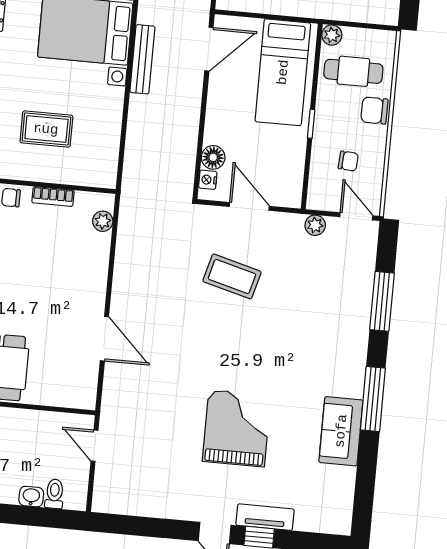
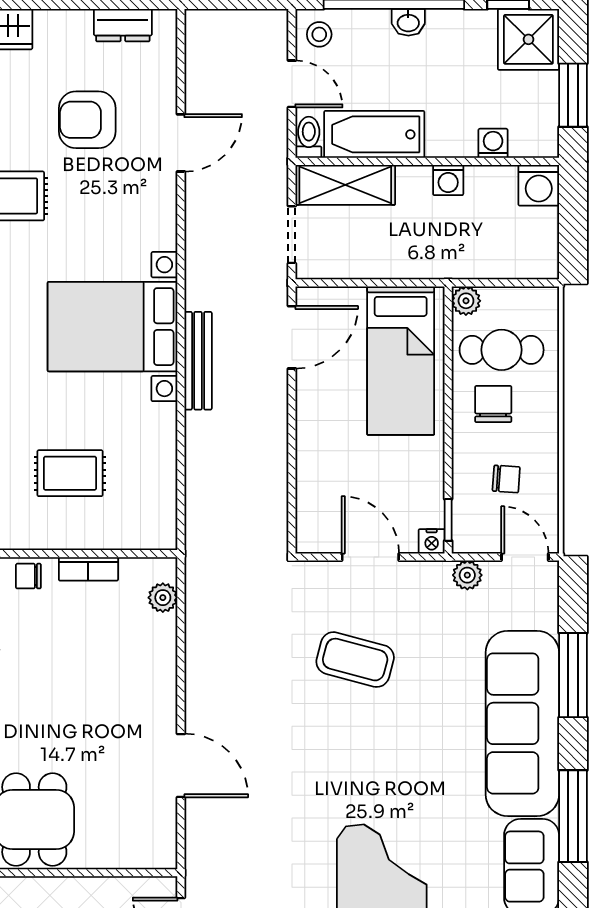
chair: (374, 110) -> (493, 404), moved, turned 90
window: (311, 124) -> (448, 520), moved
floor lamp: (213, 157) -> (312, 492), removed
nightstand: (208, 180) -> (432, 541), moved, turned -90
sofa: (344, 332) -> (522, 723), added

